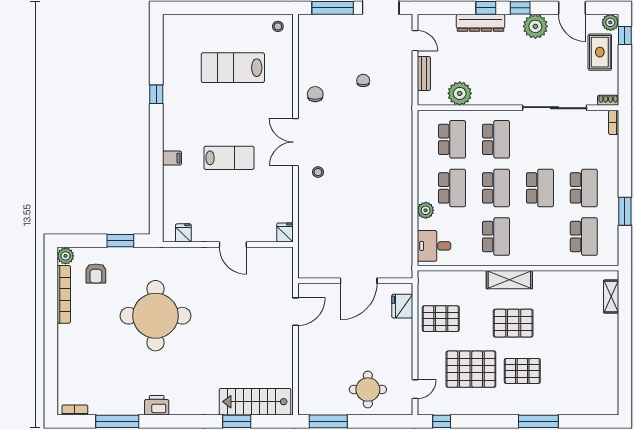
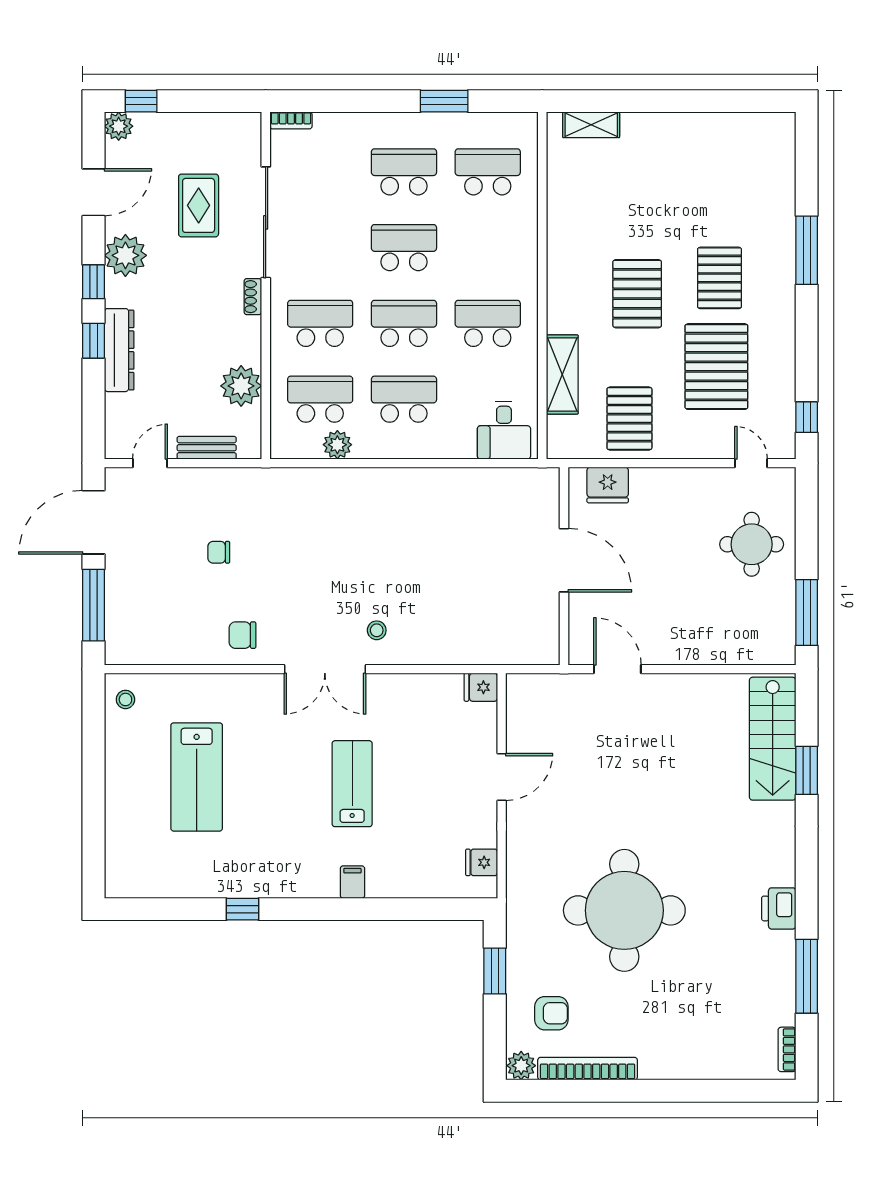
rug: (600, 52) -> (199, 205), moved, turned 90
shoe rack: (608, 100) -> (253, 297), moved
plant: (426, 210) -> (337, 445), moved
shelving: (509, 280) -> (562, 374), moved

